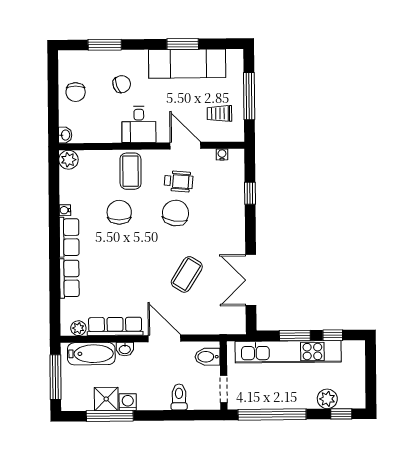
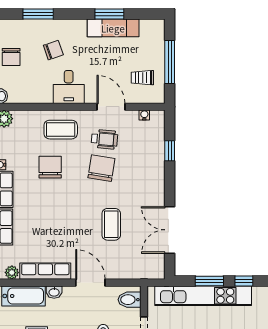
exam couch: (187, 64) -> (113, 28), width x0.73, depth x0.69
coffee table: (131, 171) -> (61, 130), turned 90
coffee table: (187, 274) -> (111, 224), turned -32

